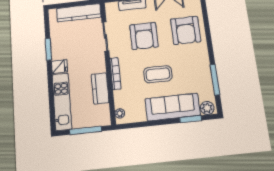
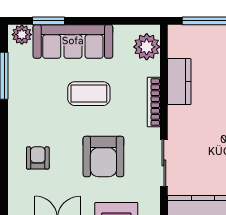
armchair: (186, 30) -> (38, 158), width x0.53, depth x0.53
armchair: (144, 36) -> (103, 157), turned 180
plant: (120, 113) -> (147, 47), width x1.88, depth x1.88

